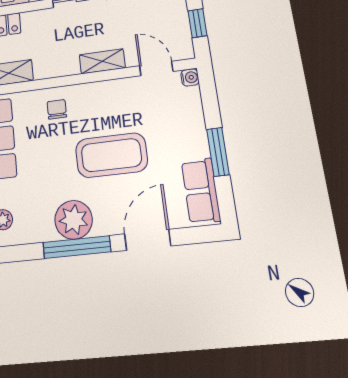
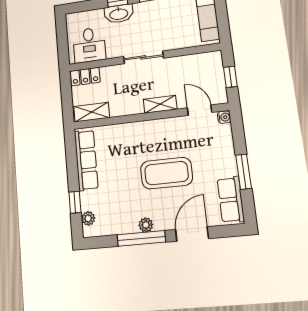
chair: (57, 109) -> (127, 139), removed
plant: (74, 220) -> (146, 225), width x0.53, depth x0.53

